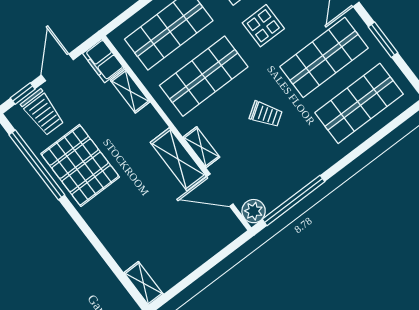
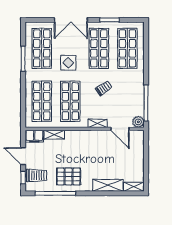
shelving: (178, 159) -> (108, 185), moved
pallet: (80, 165) -> (69, 176), width x0.73, depth x0.71
door: (220, 190) -> (120, 129), hinge flipped

